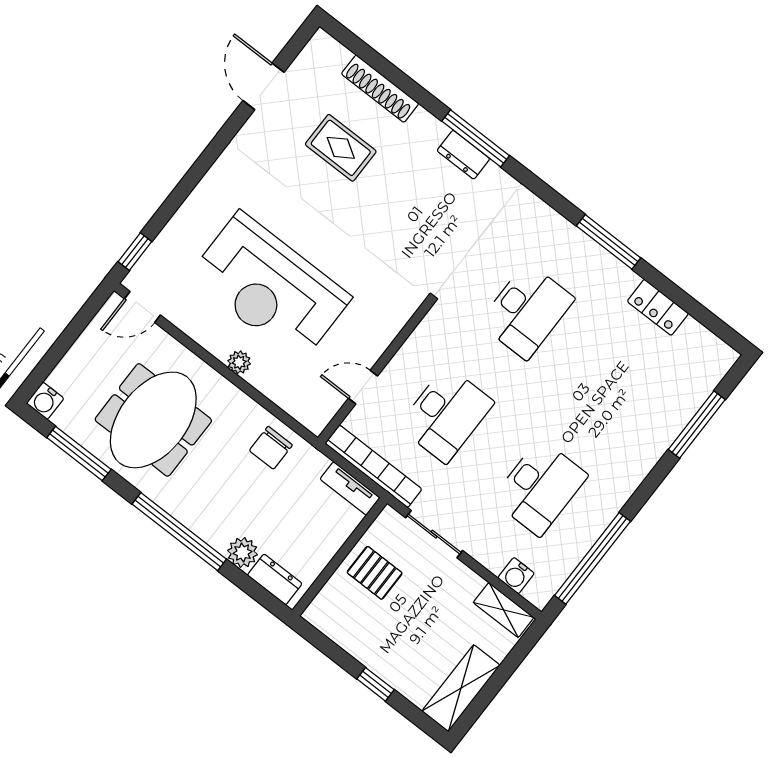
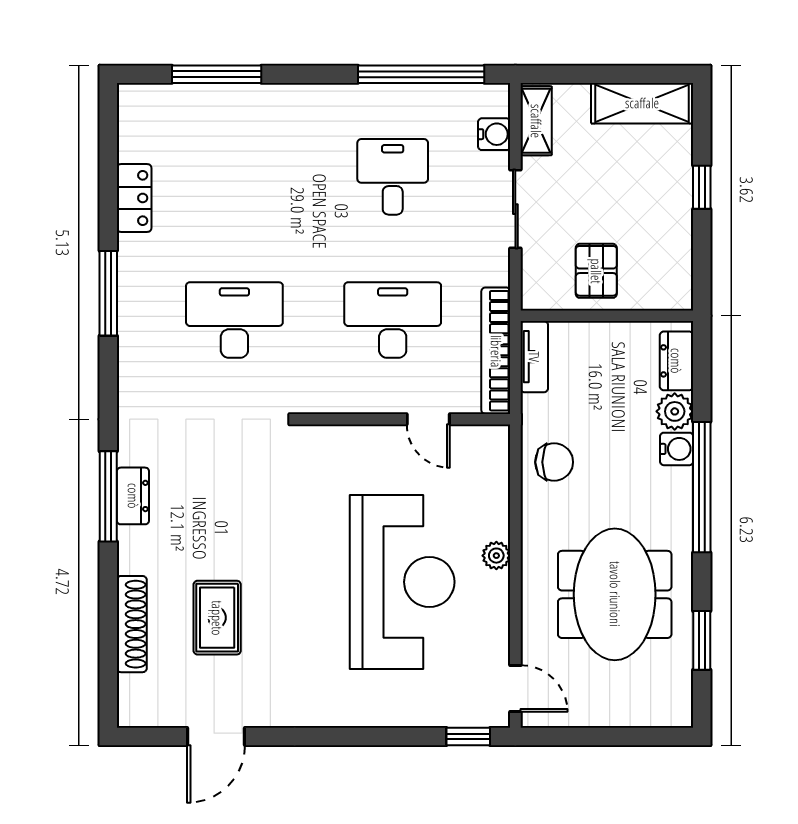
water cooler: (45, 401) -> (677, 449), moved
meeting table: (153, 420) -> (615, 594), turned 90
window: (79, 453) -> (702, 640), width x0.69
desk: (540, 487) -> (393, 177), width x0.73
sliding door: (434, 534) -> (515, 209), moved

